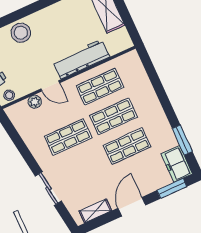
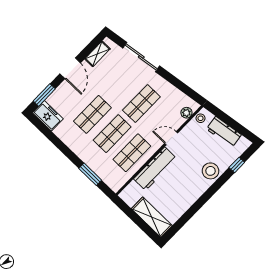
plant: (35, 102) -> (186, 113), moved
window: (182, 140) -> (90, 174), moved
sliding door: (48, 189) -> (141, 57), width x1.37

